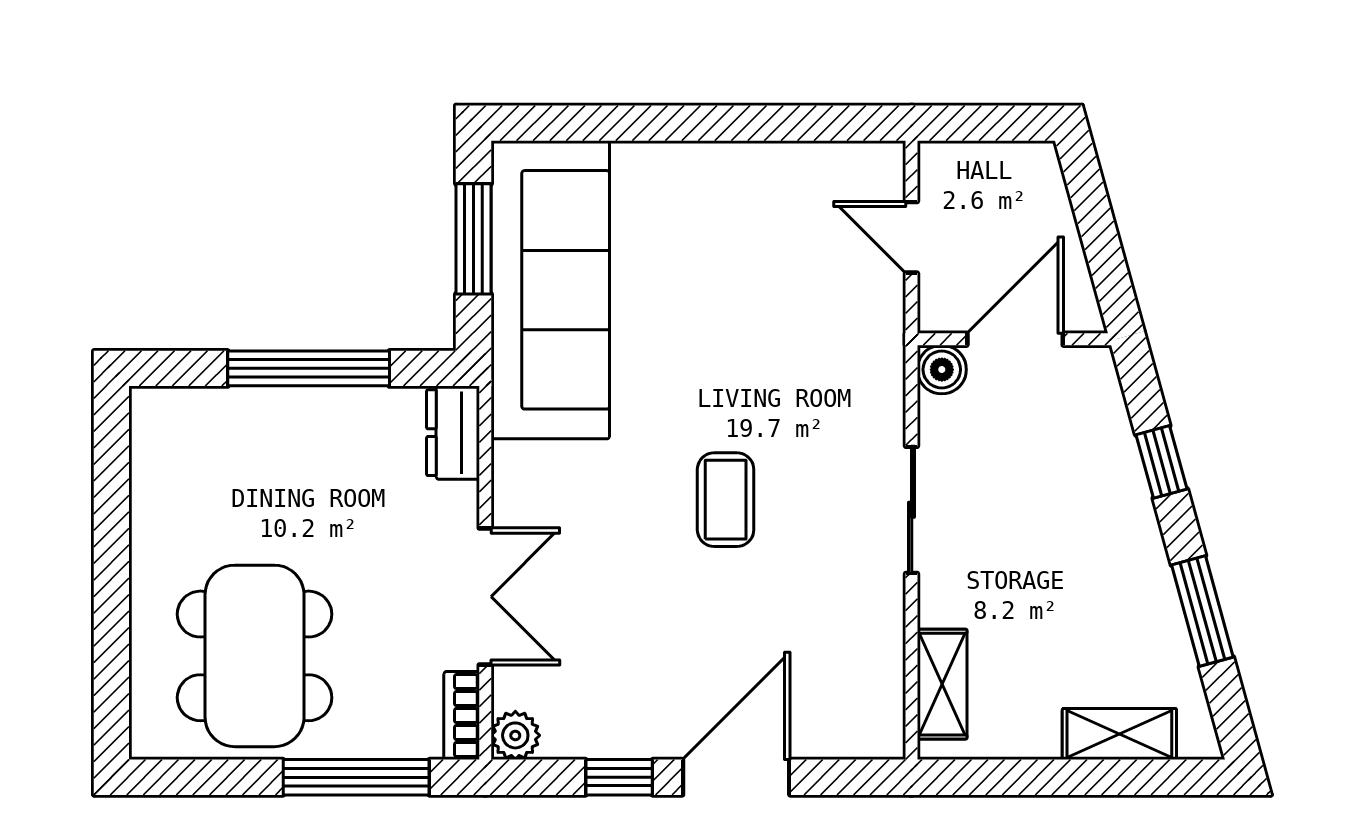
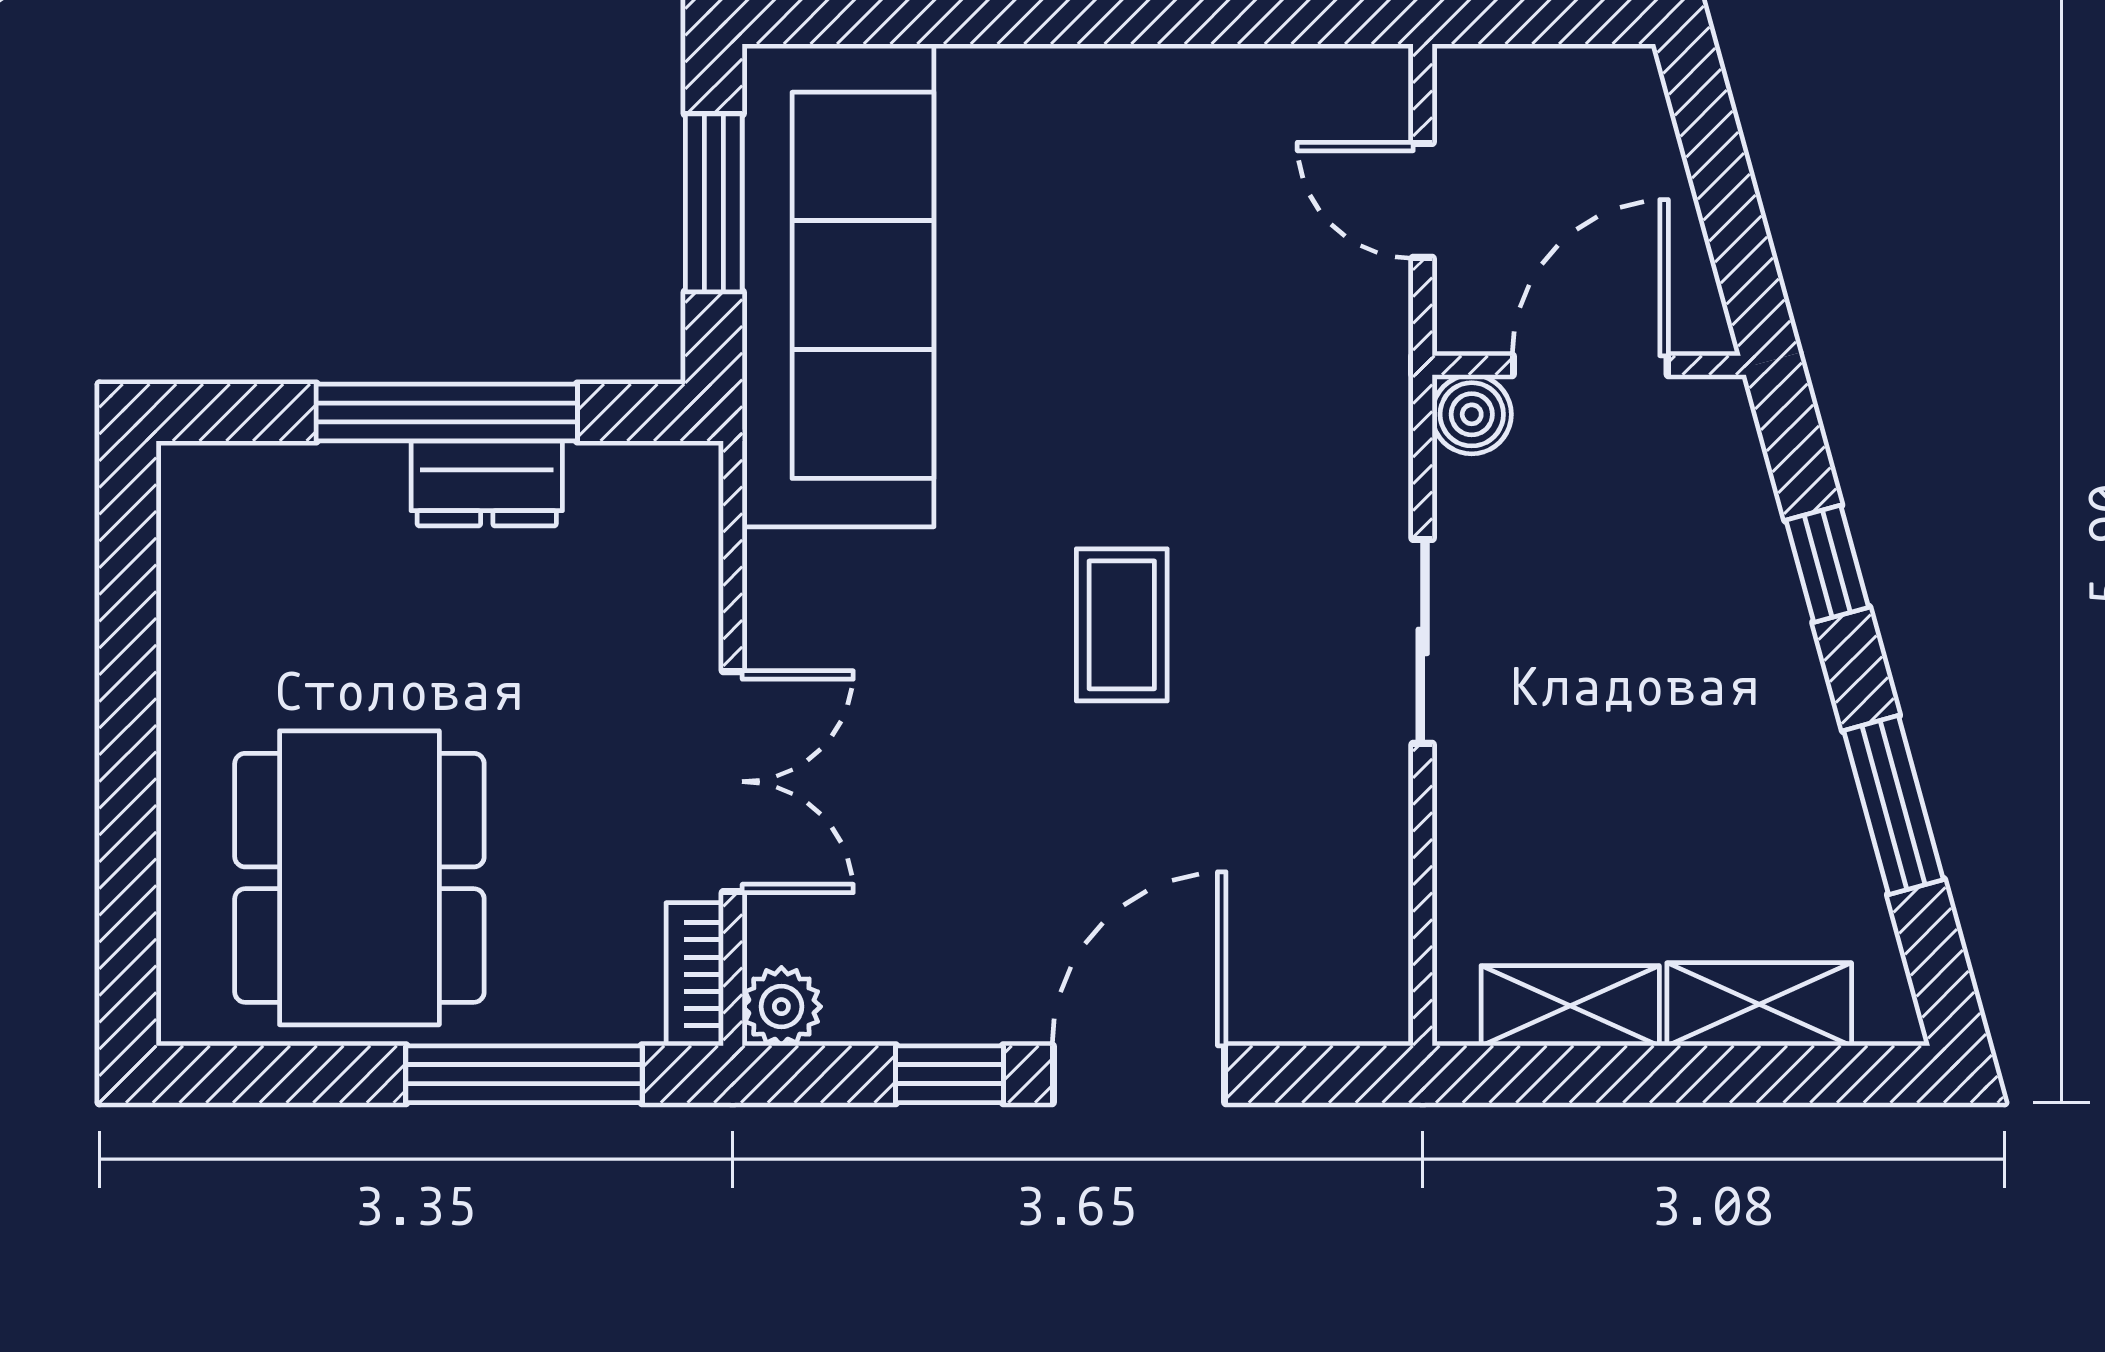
dresser: (453, 433) -> (487, 483), moved, turned -90
shelving: (942, 684) -> (1570, 1006), moved, turned 90

